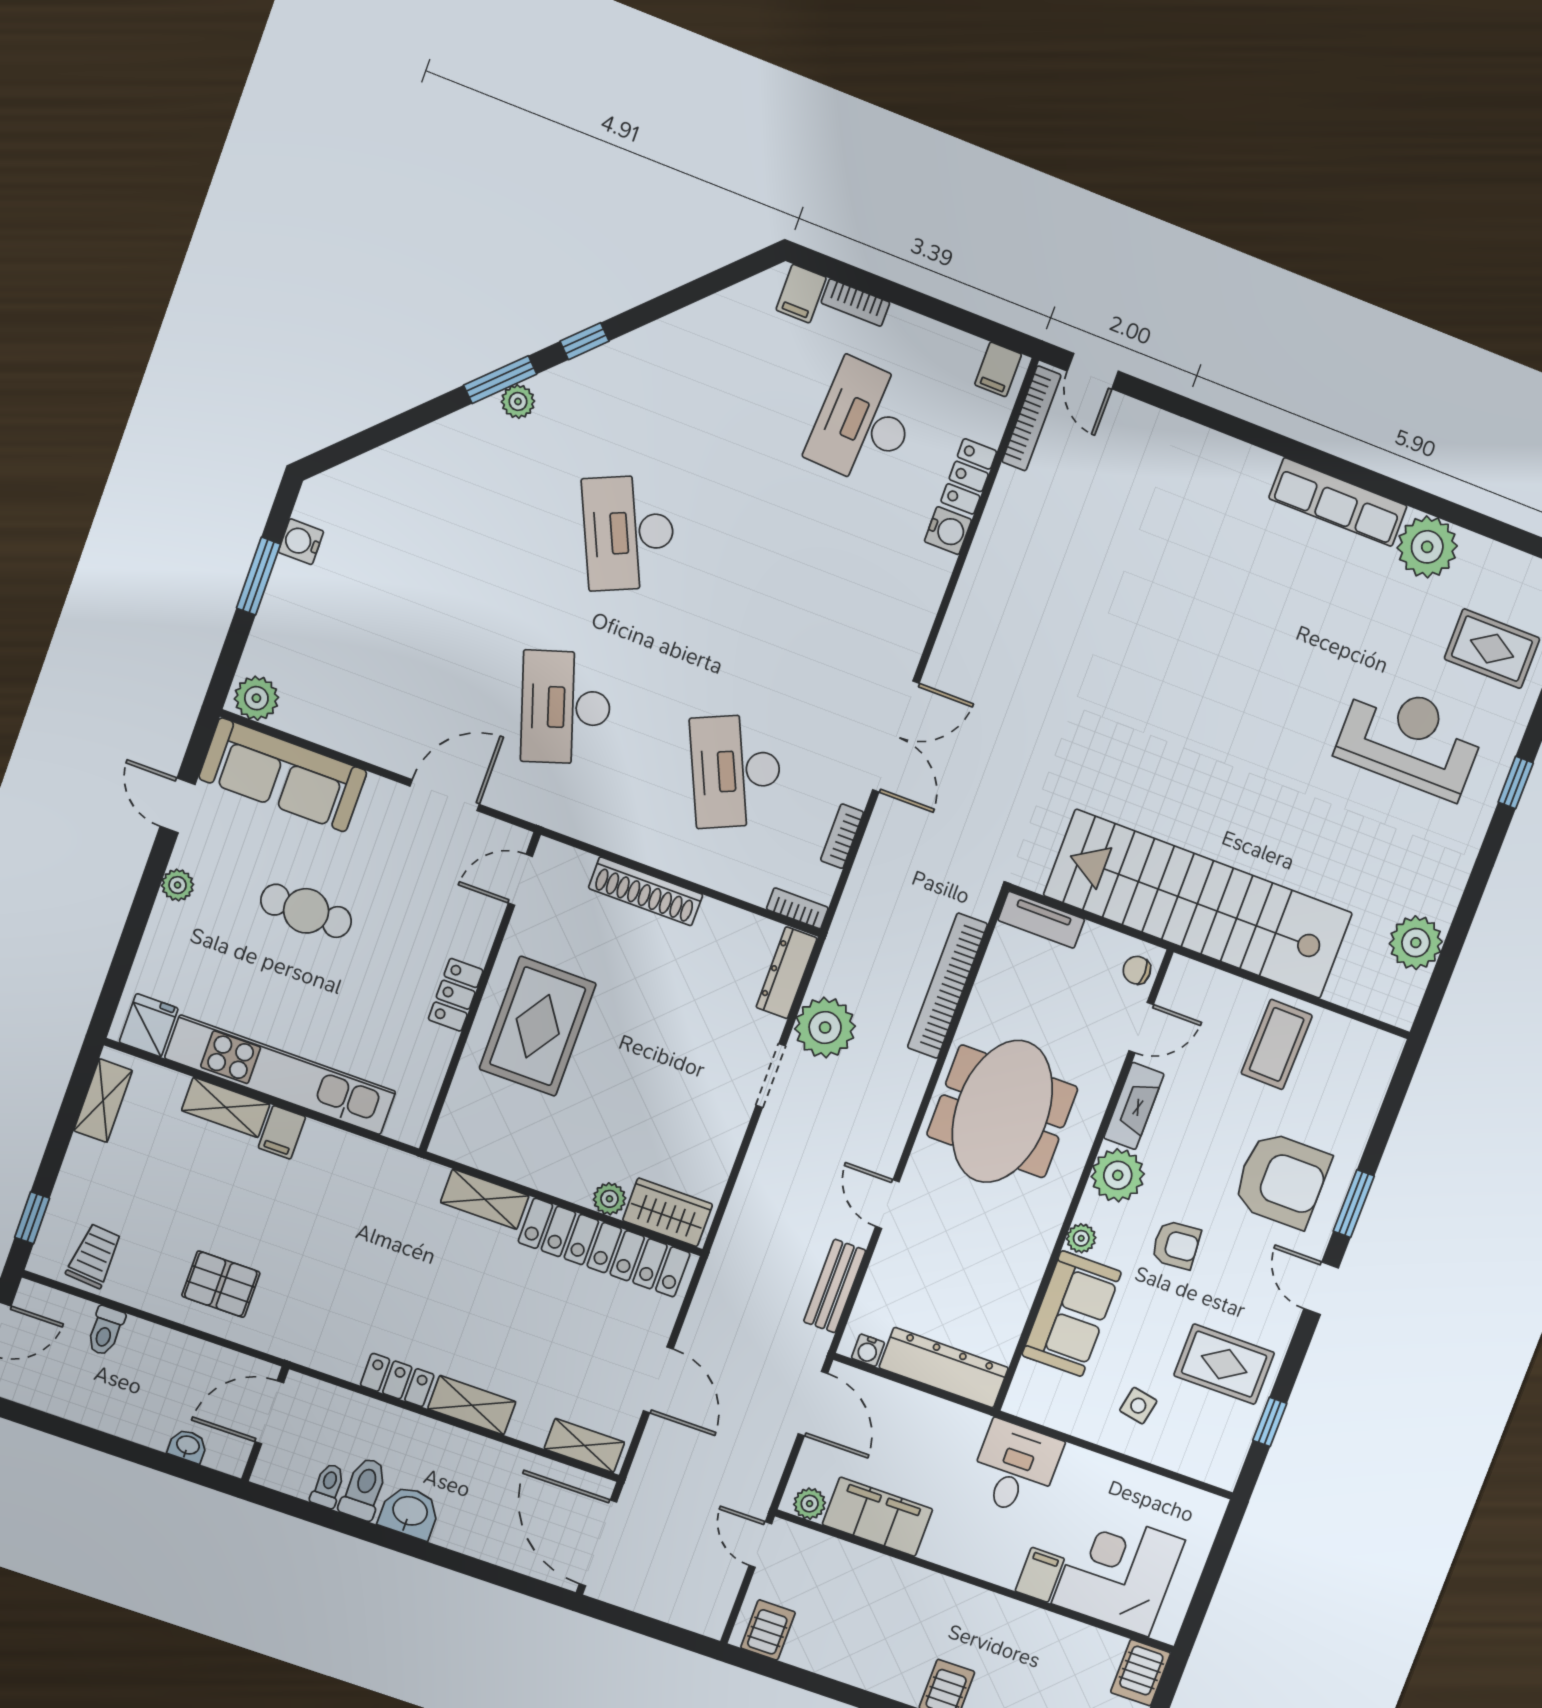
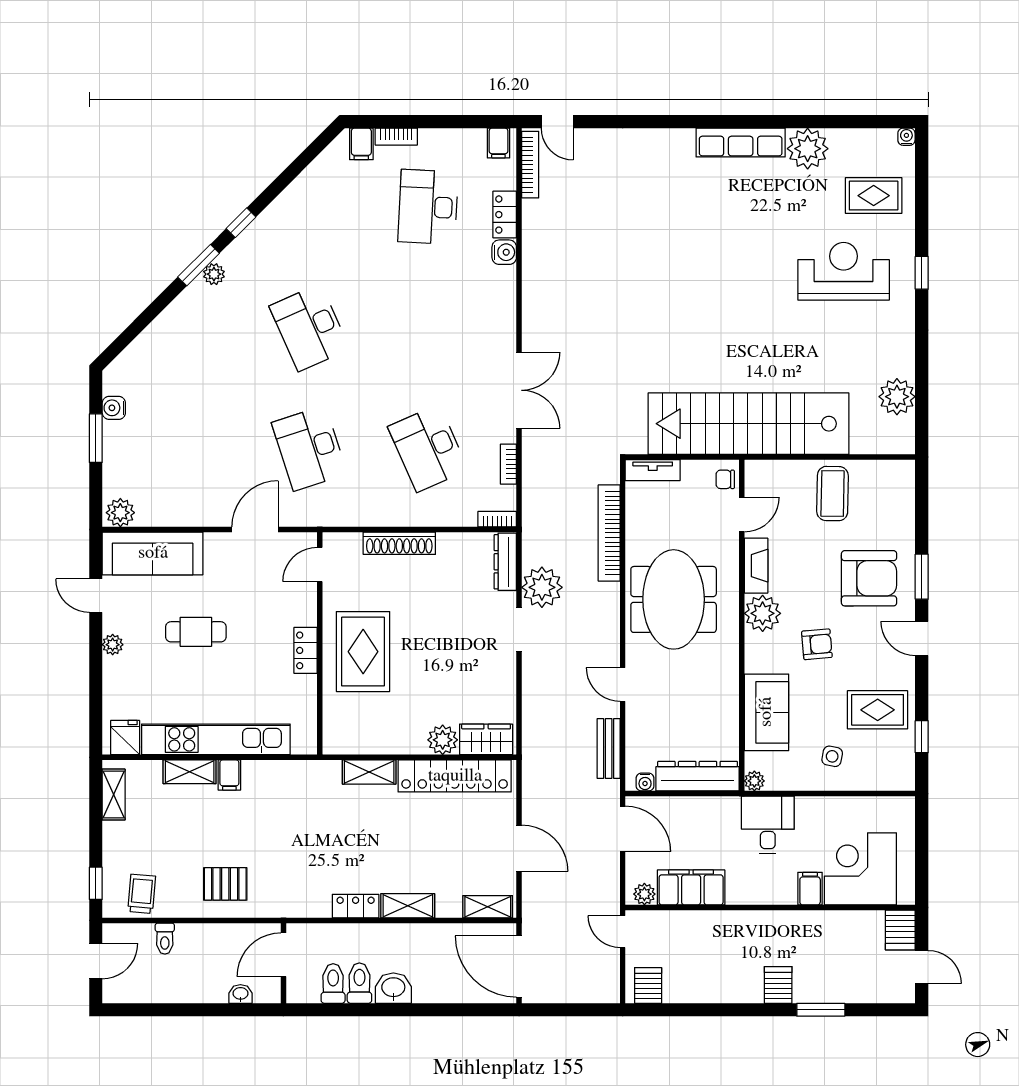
plant: (609, 1199) -> (443, 740), width x1.38, depth x1.38
plant: (1081, 1238) -> (754, 781), moved
toilet: (328, 1486) -> (333, 983), width x1.37, depth x1.39

